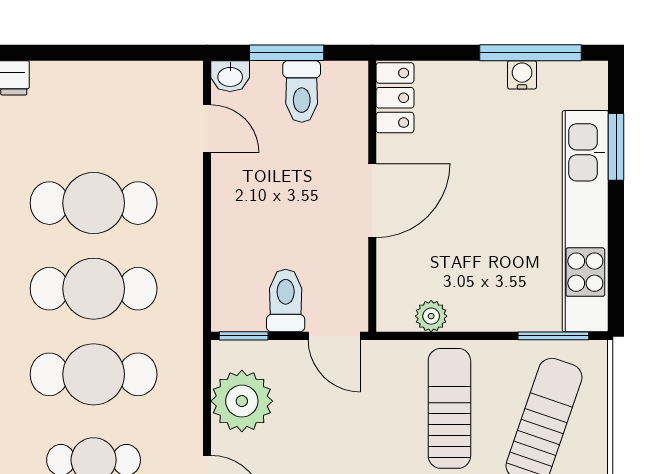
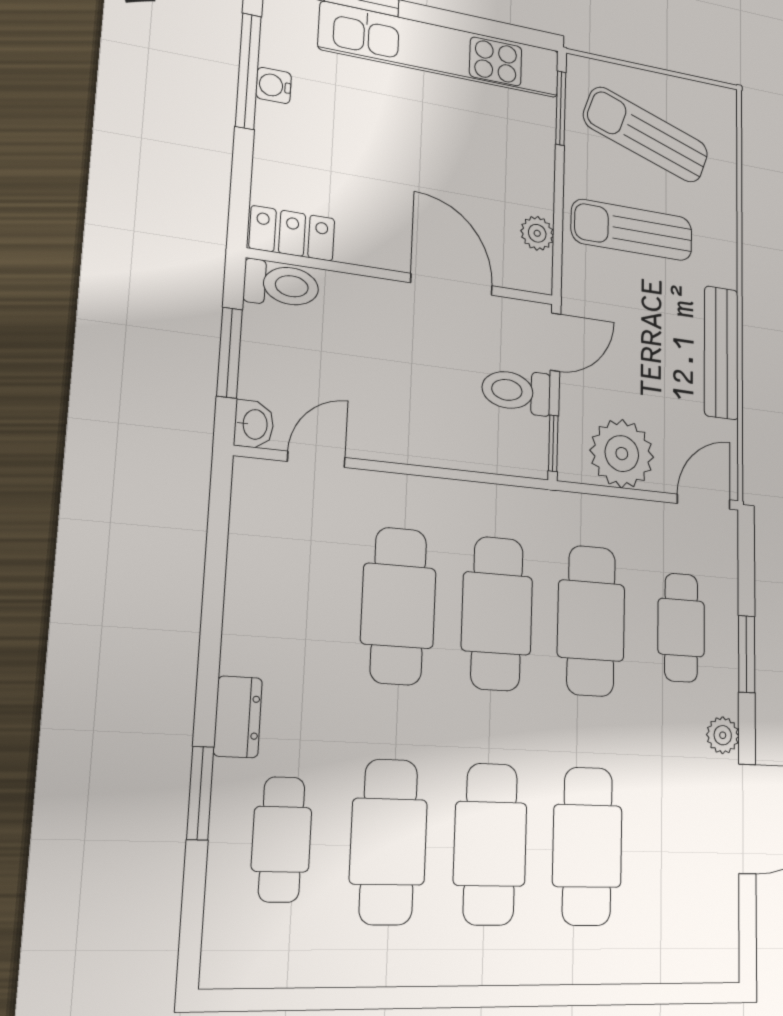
toilet: (302, 91) -> (281, 285), moved
door: (372, 201) -> (452, 284), moved

